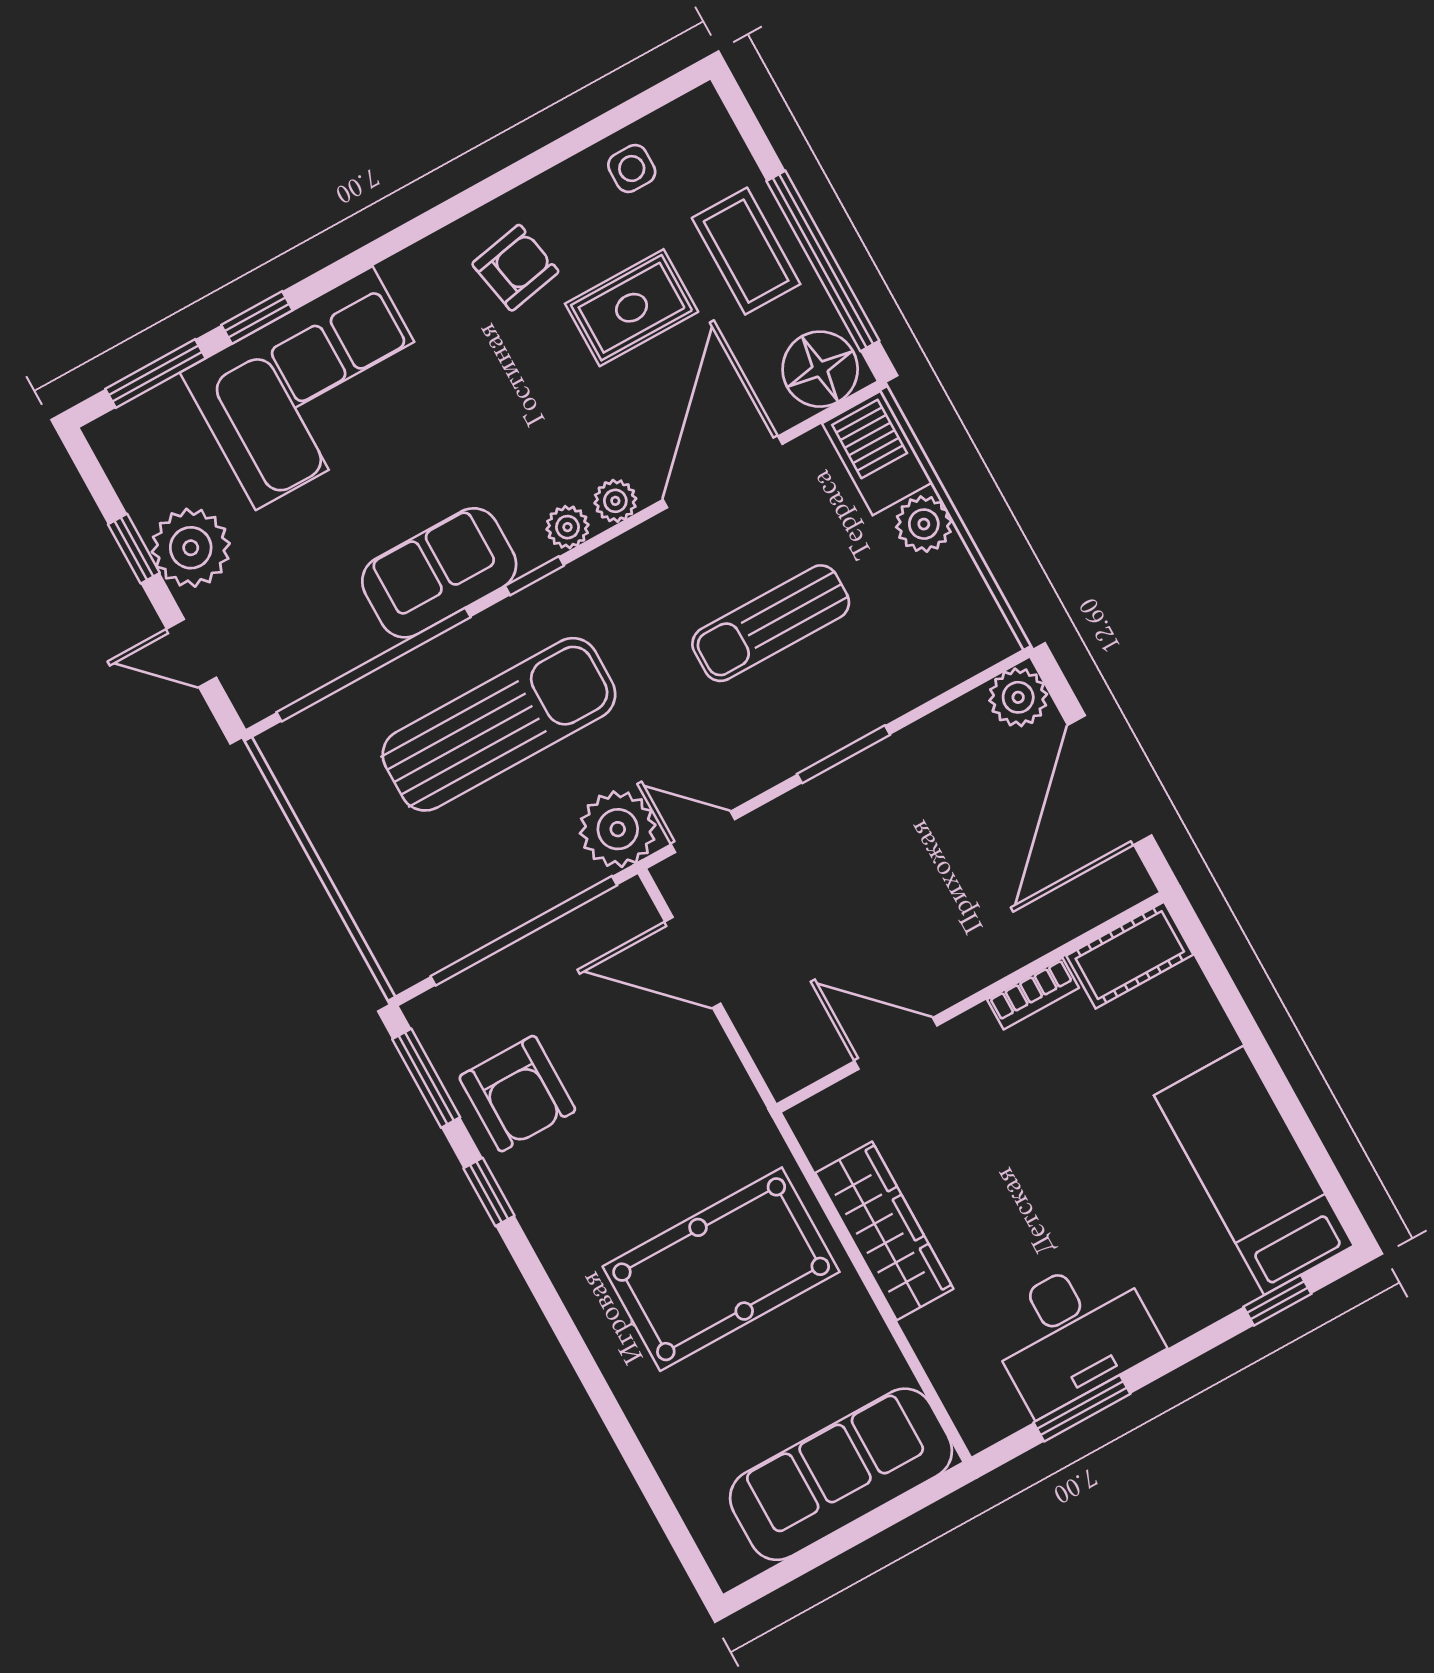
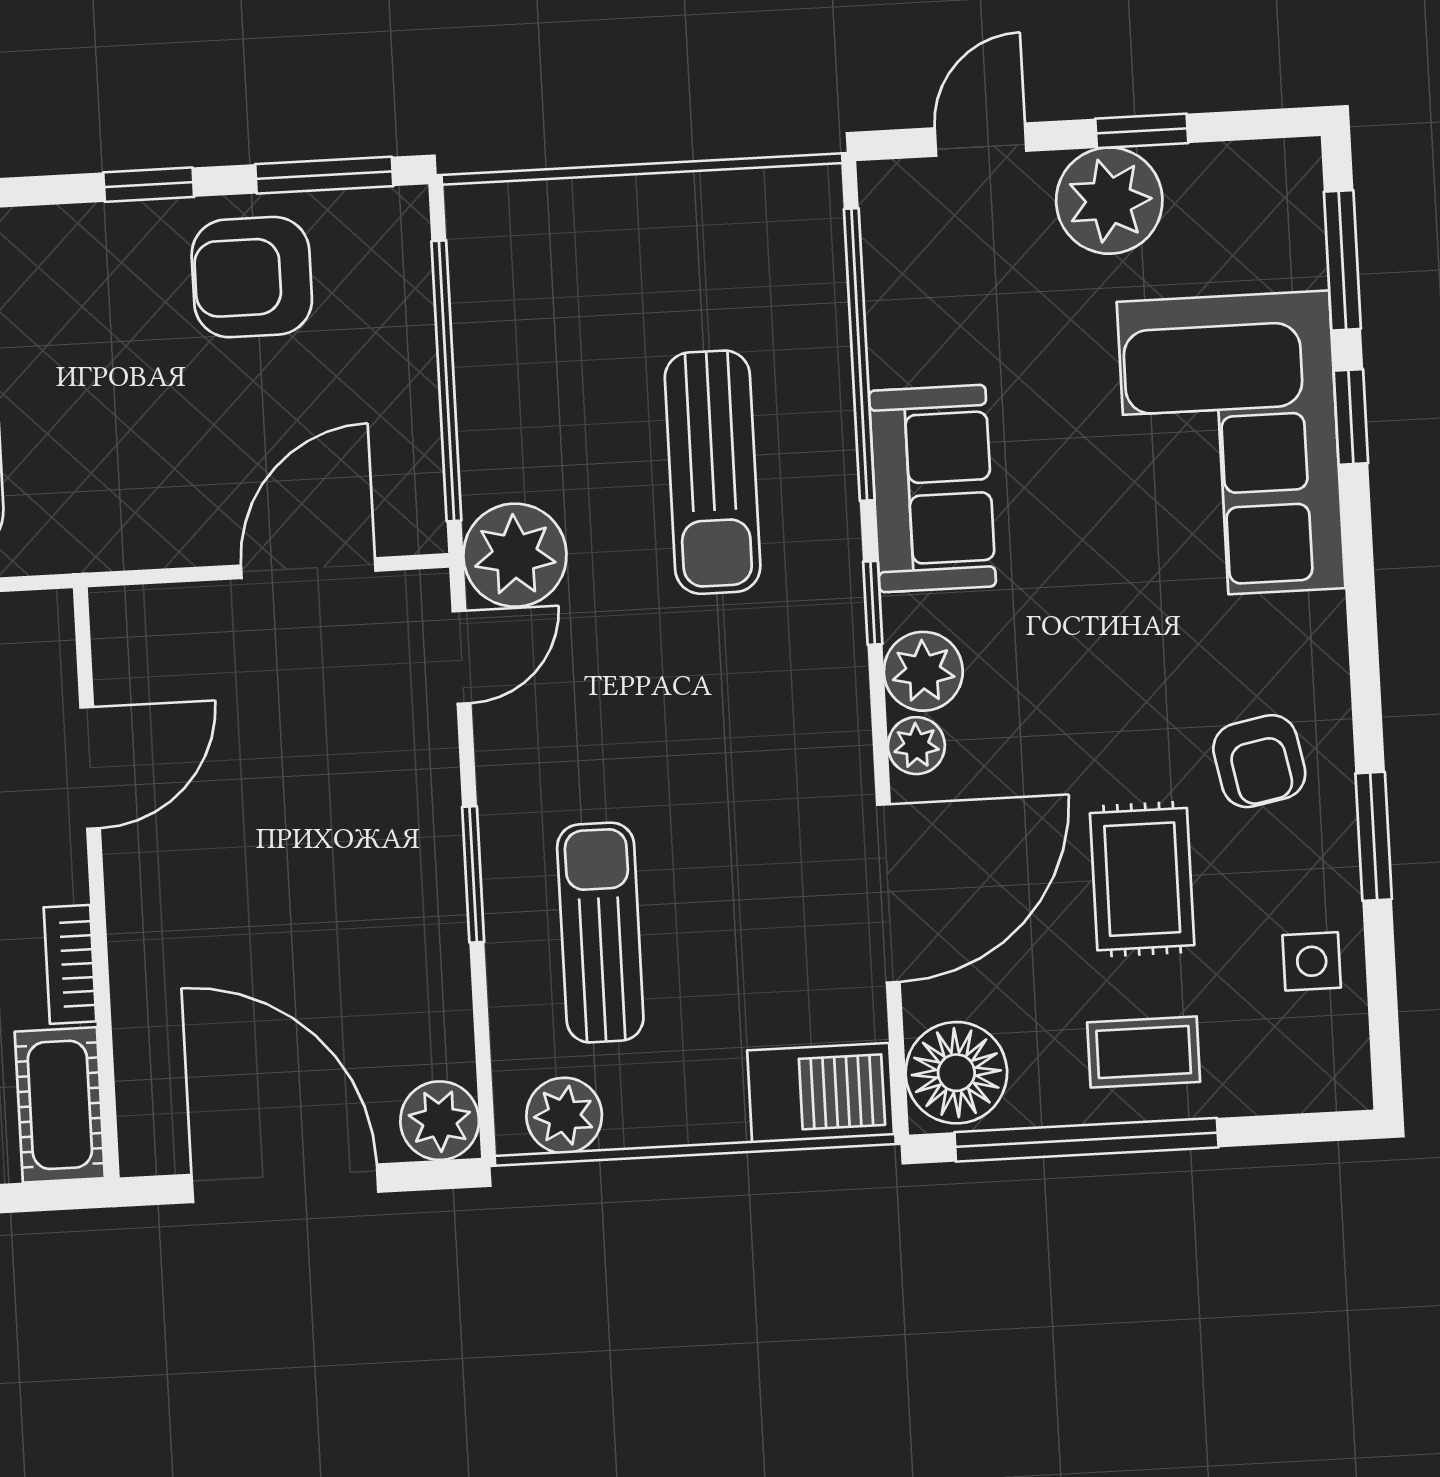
window: (529, 168) -> (1374, 836), added
coffee table: (746, 251) -> (1144, 1052), width x0.73, depth x0.77
door: (723, 472) -> (888, 893), hinge flipped
plant: (924, 524) -> (564, 1115), moved
plant: (567, 527) -> (923, 671), width x1.38, depth x1.38
sun lounger: (771, 623) -> (600, 933), moved
sun lounger: (499, 724) -> (713, 472), width x0.73, depth x0.75

